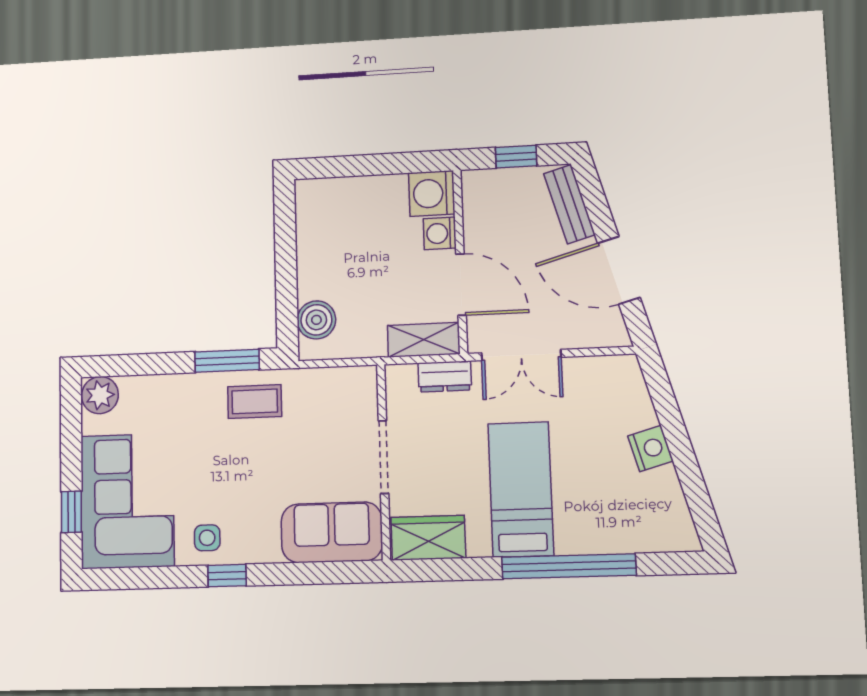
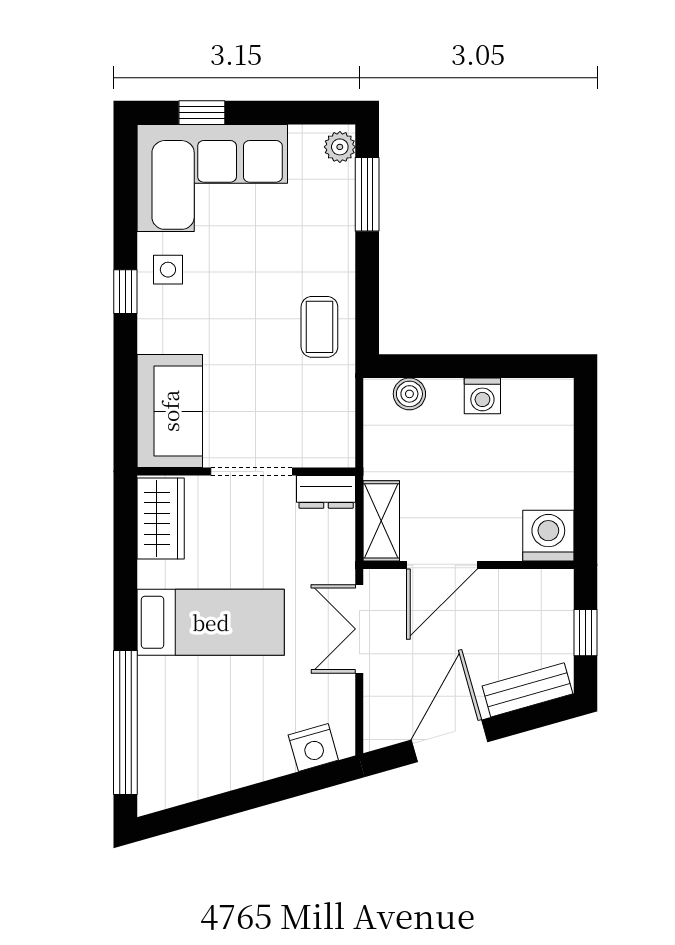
washing machine: (440, 233) -> (482, 396), moved, turned 180
boiler: (316, 320) -> (409, 394), width x0.73, depth x0.73
window: (227, 361) -> (367, 194), moved
dresser: (445, 376) -> (326, 492), moved, turned -90
plant: (100, 395) -> (340, 147), width x0.73, depth x0.73
nightstand: (650, 448) -> (313, 748), moved
window: (569, 566) -> (125, 722), moved

